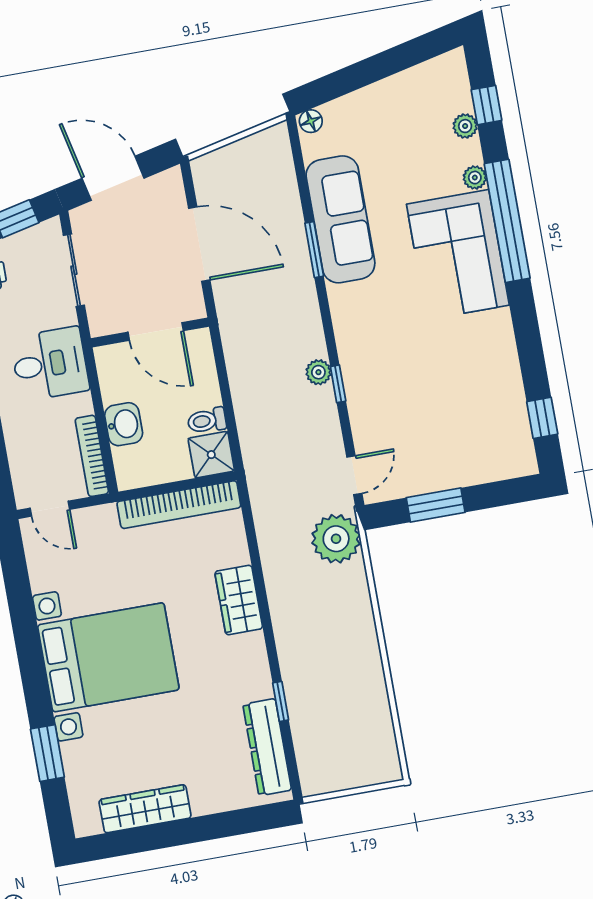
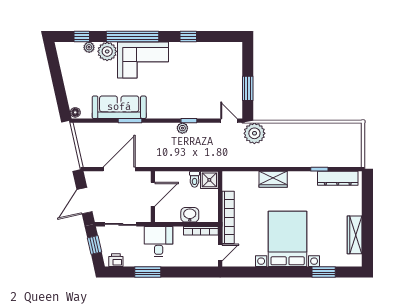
plant: (475, 178) -> (107, 51), width x1.88, depth x1.88
window: (542, 418) -> (188, 37), moved
bookcase: (179, 505) -> (228, 217), moved

